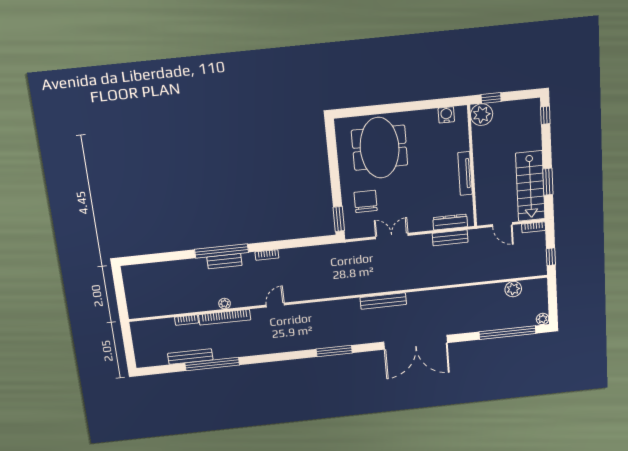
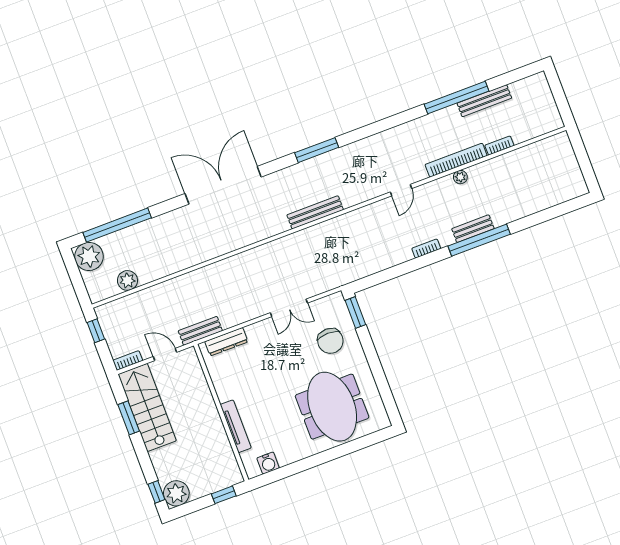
plant: (482, 115) -> (176, 493), moved
tv unit: (465, 173) -> (236, 426), moved
bench: (450, 238) -> (200, 331), moved
bench: (383, 301) -> (315, 212), moved
plant: (543, 319) -> (89, 256), width x1.87, depth x1.87

